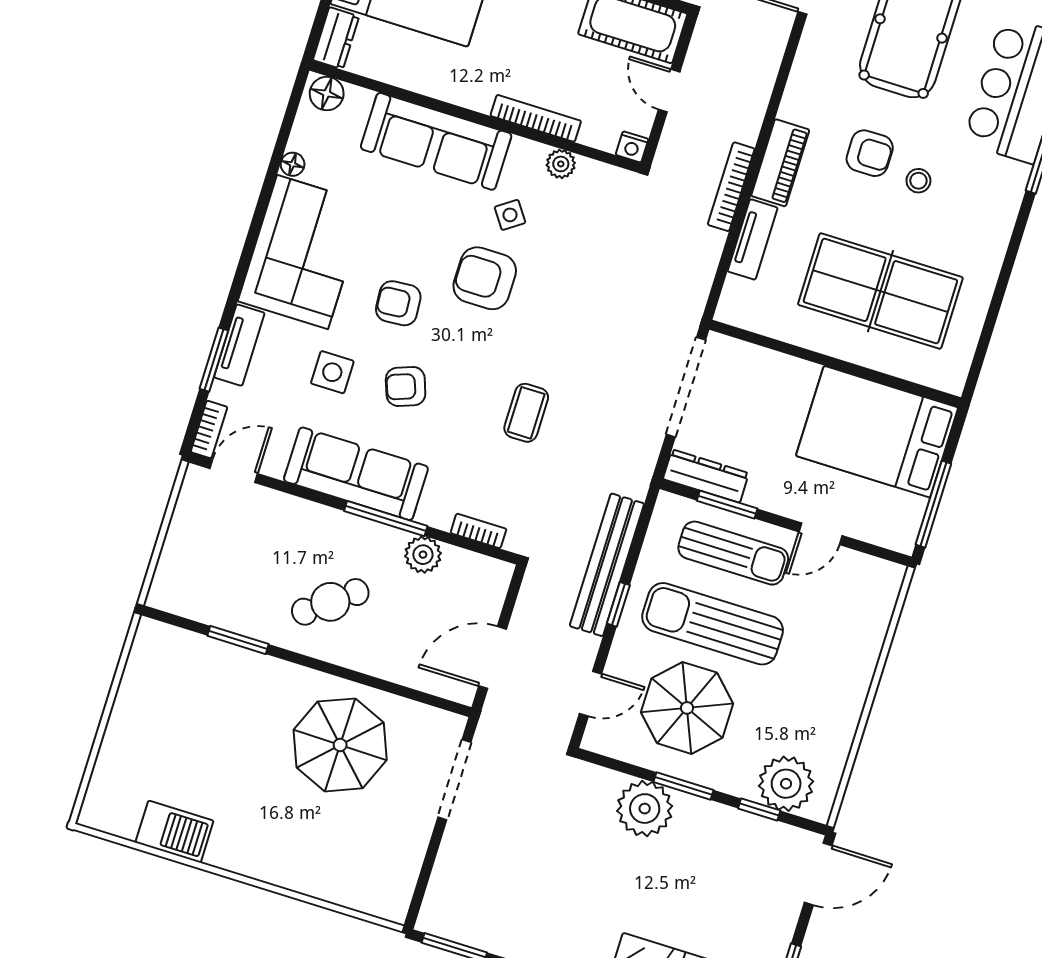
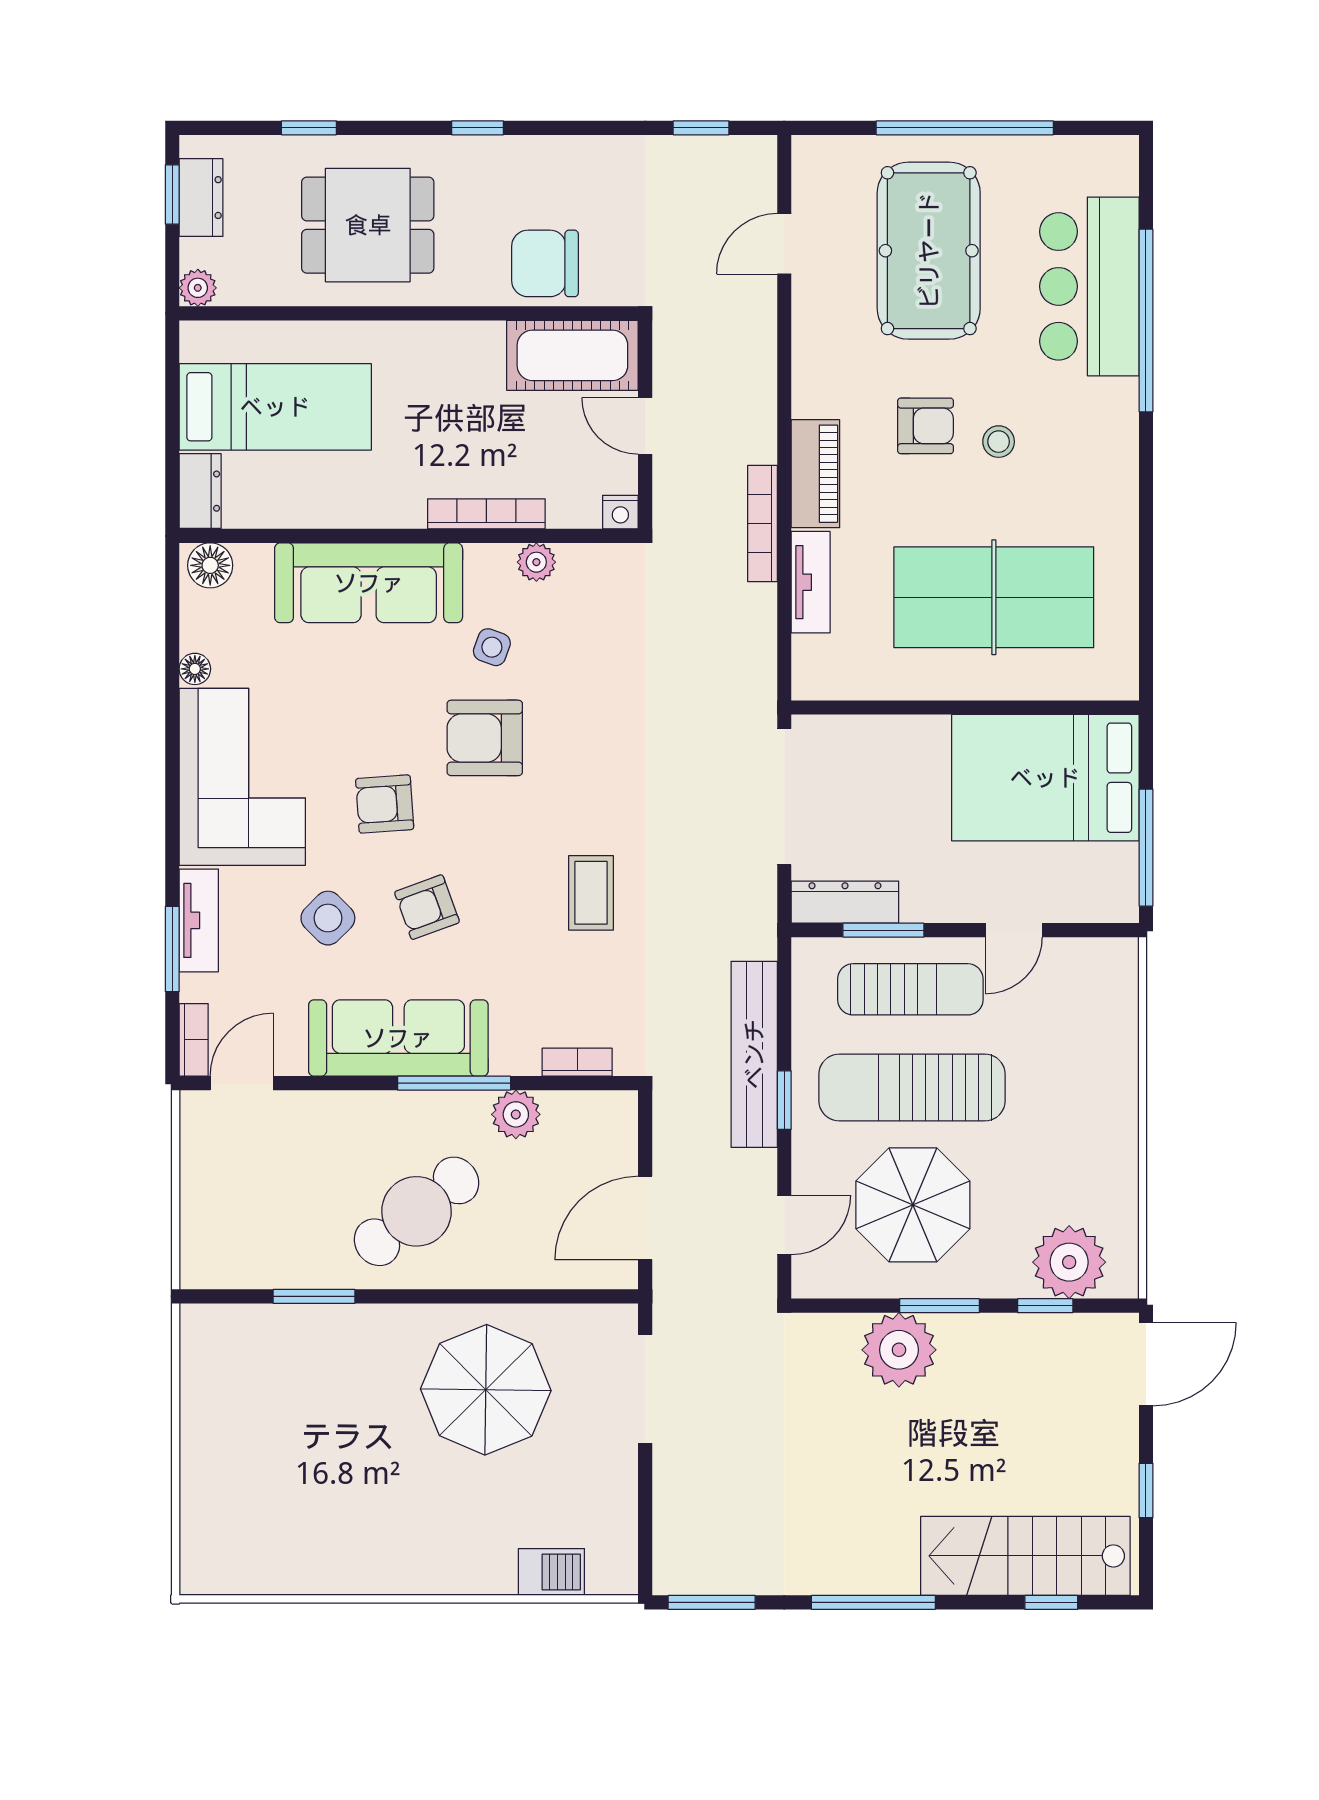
side table: (510, 215) -> (492, 647), turned -35
side table: (332, 372) -> (328, 918), turned 45
cafe table: (330, 602) -> (417, 1211), width x1.37, depth x1.35
barbecue: (174, 832) -> (551, 1572), moved, width x0.73, depth x0.79

